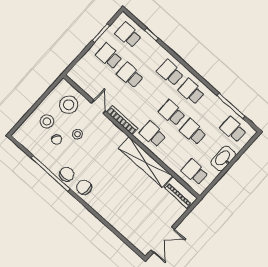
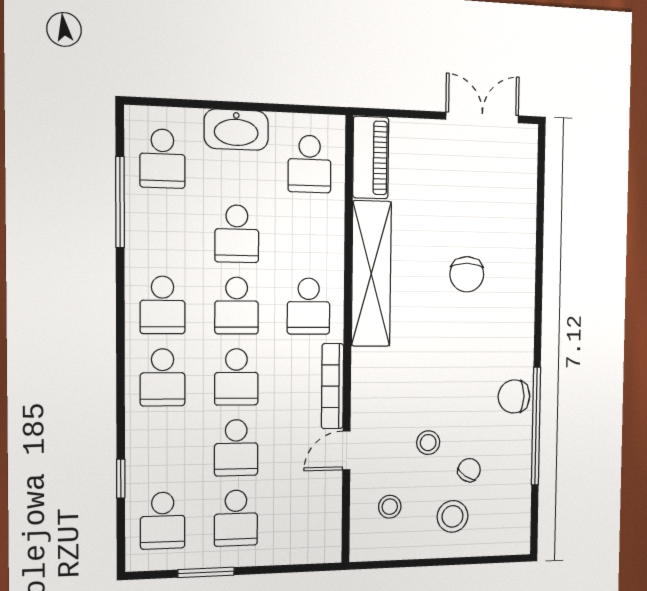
school desk: (151, 94) -> (236, 377), added
stool: (69, 105) -> (390, 507), width x0.53, depth x0.53
chair: (84, 187) -> (467, 274), moved

